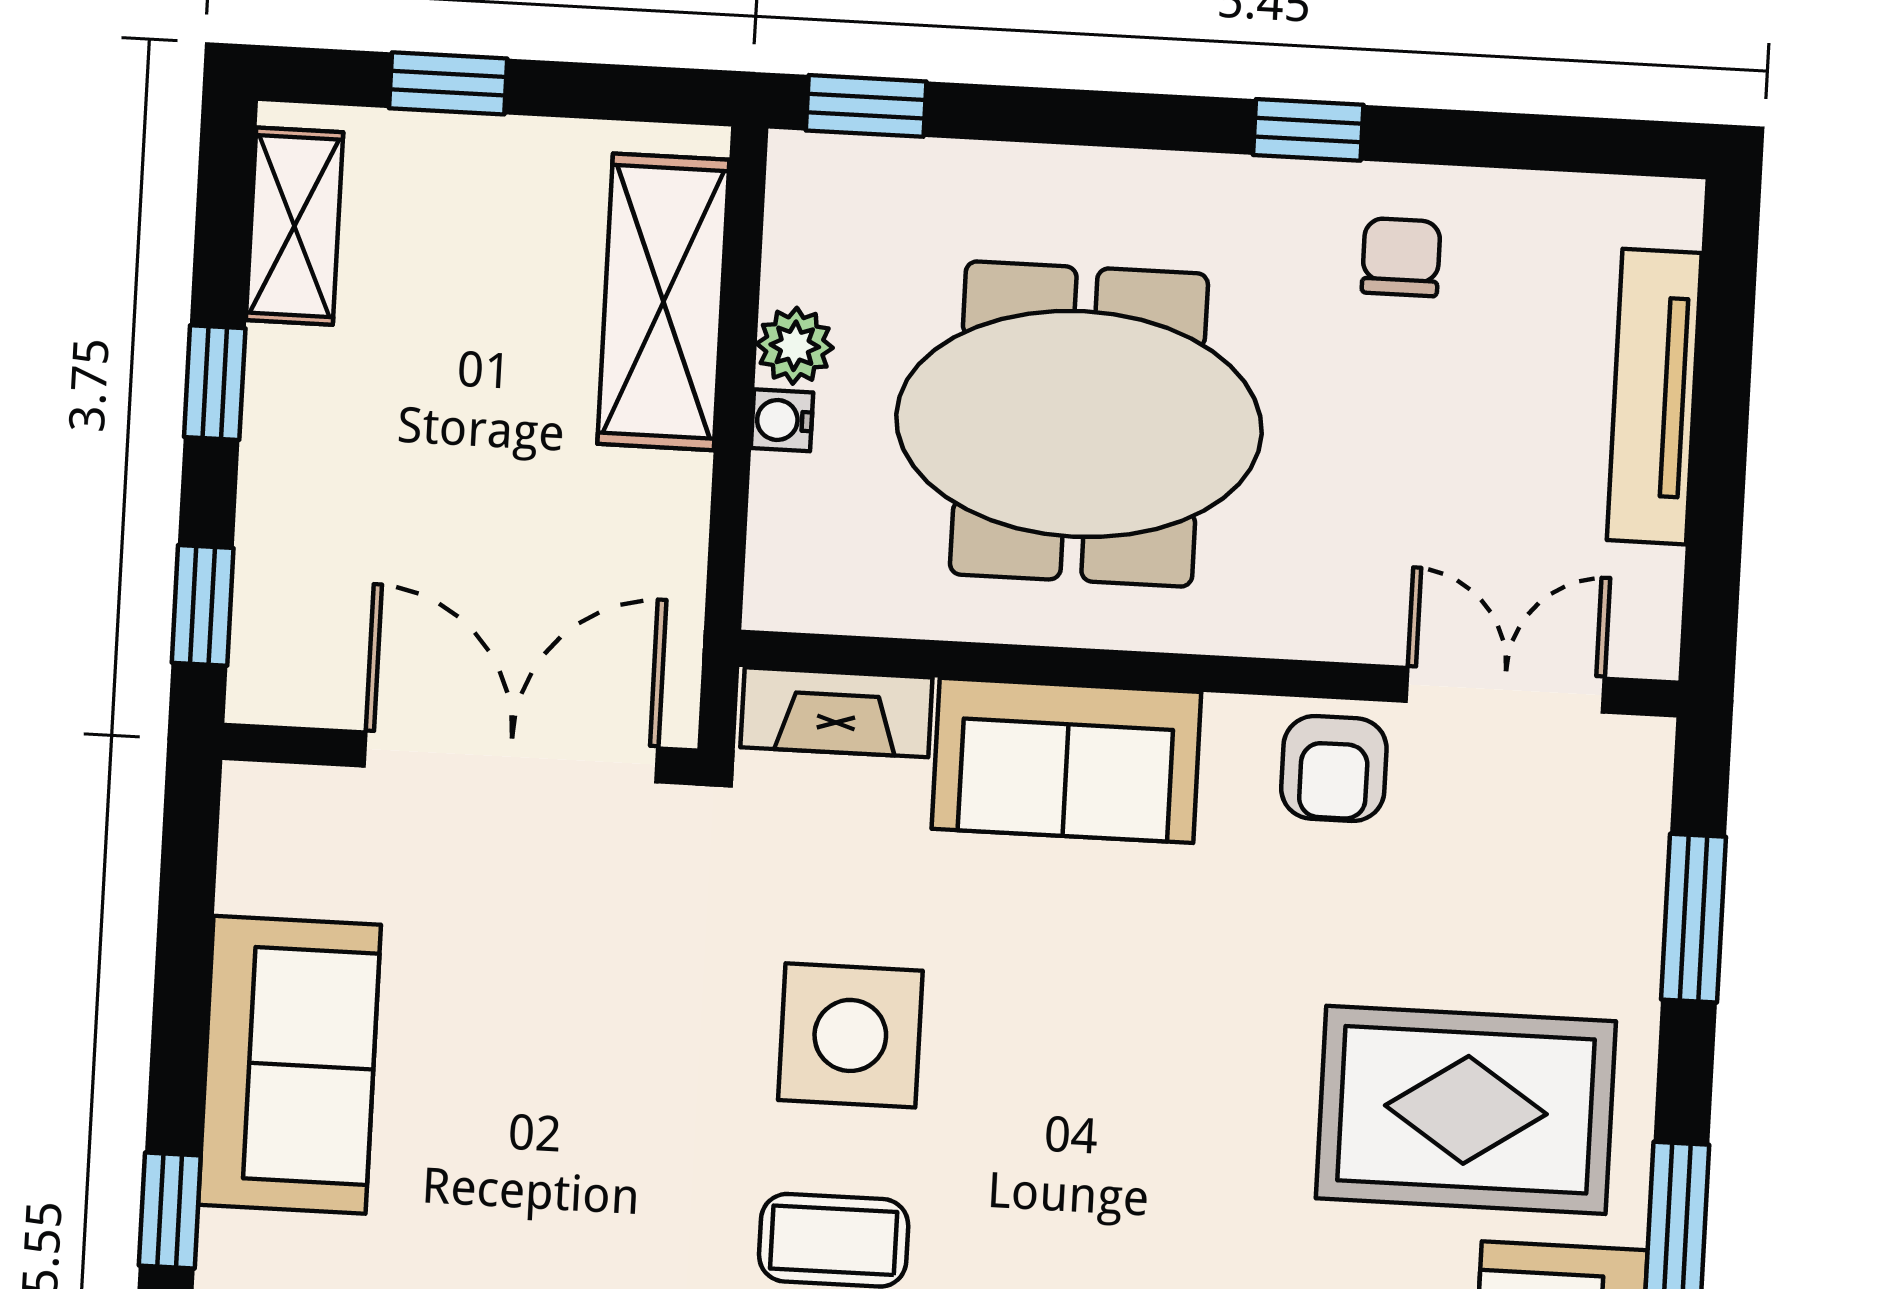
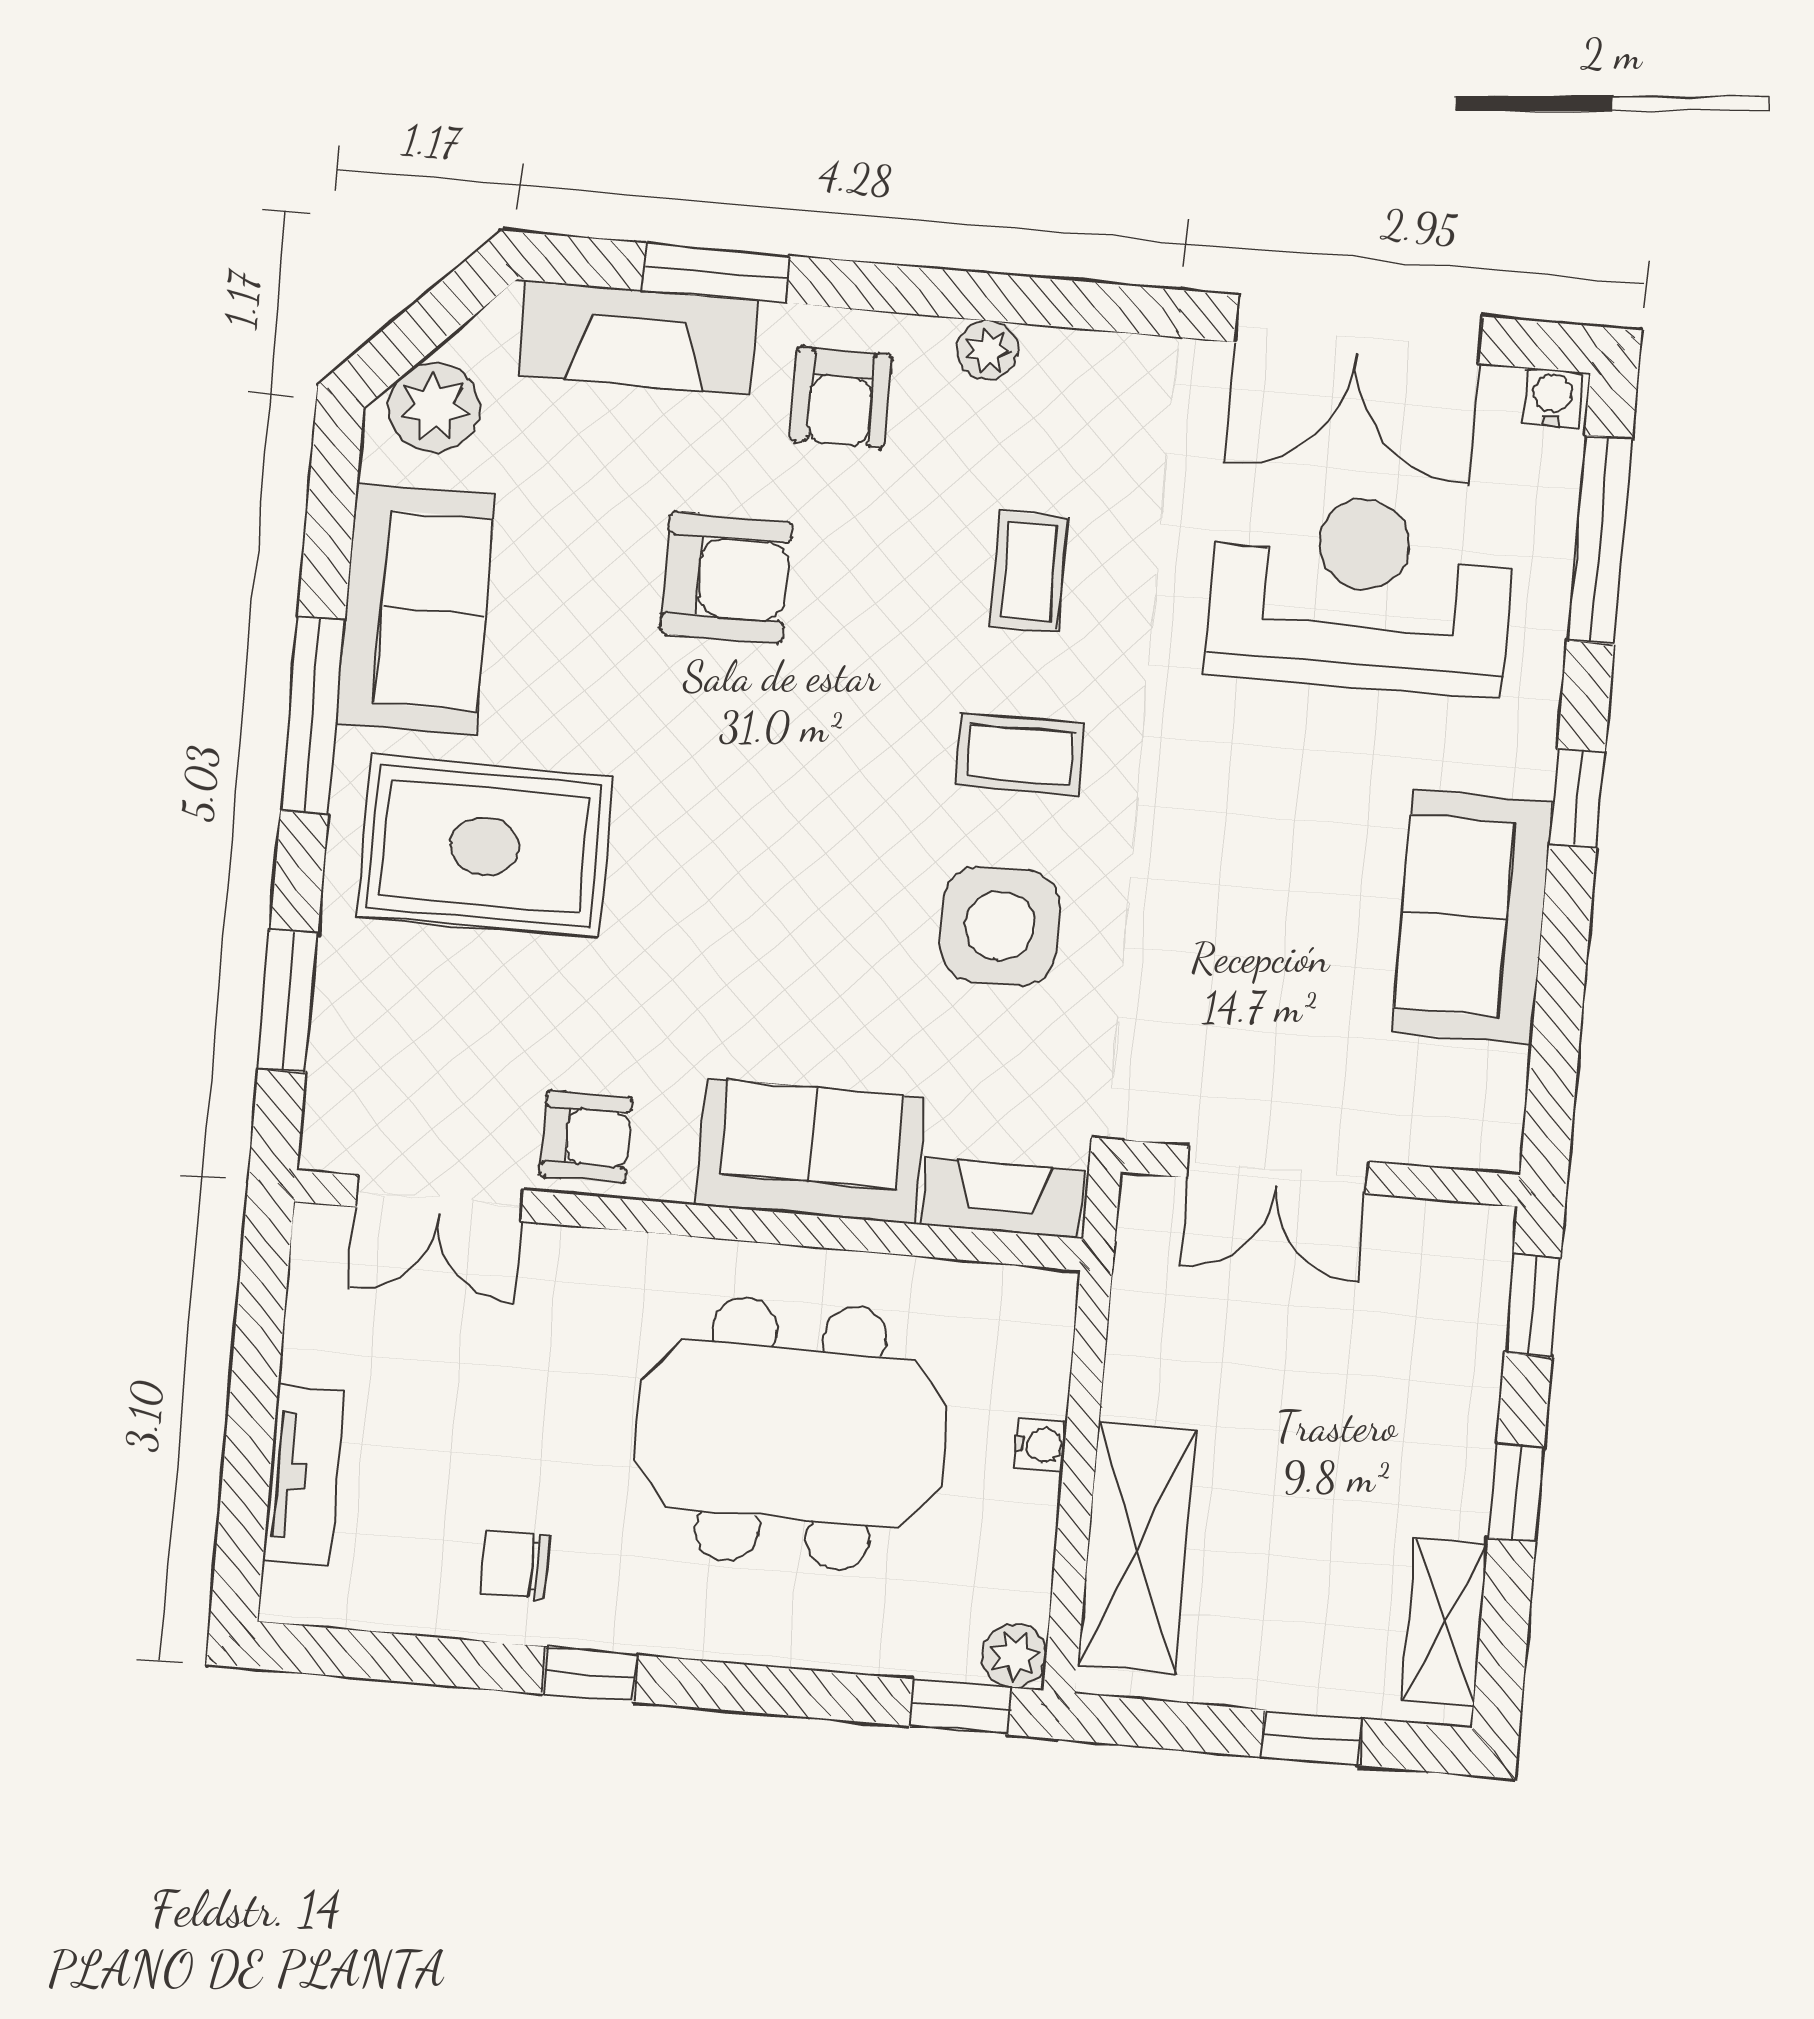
chair: (1401, 257) -> (515, 1565), turned 90
plant: (795, 346) -> (1015, 1656), moved
tv unit: (1654, 397) -> (303, 1476), width x0.71
double door: (511, 757) -> (1277, 1170), width x0.73
armchair: (1334, 768) -> (586, 1137), turned 90

